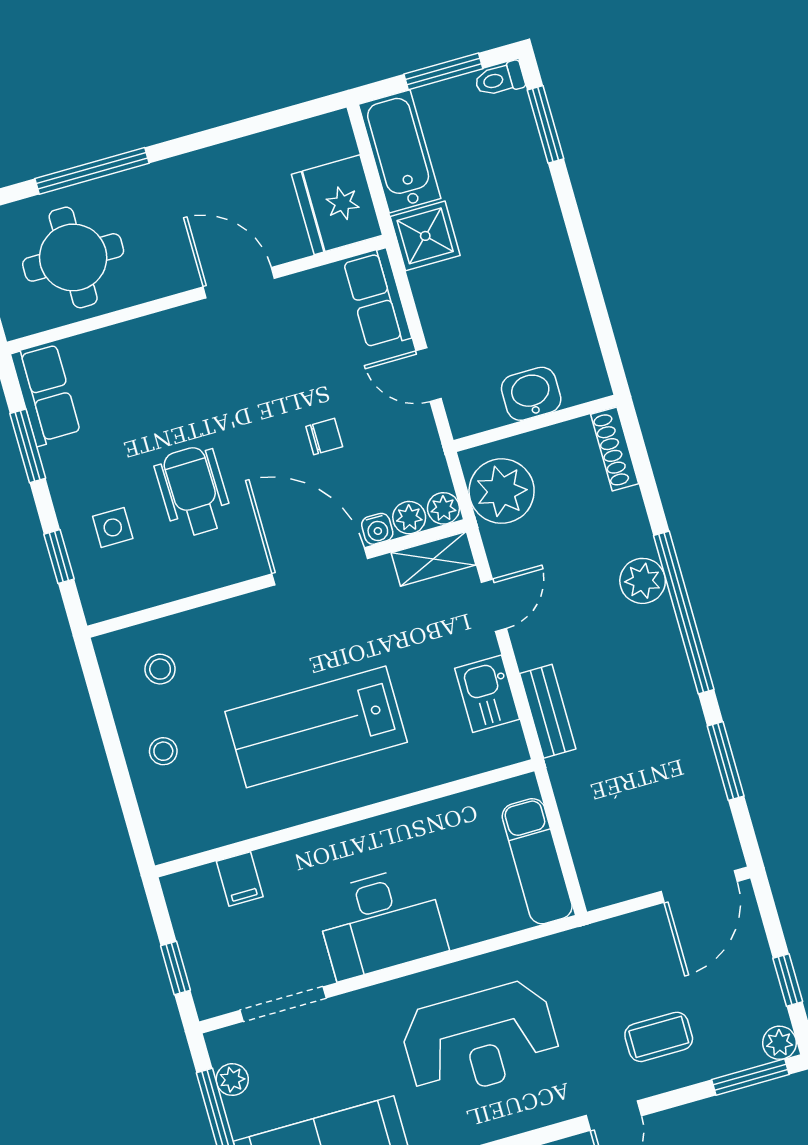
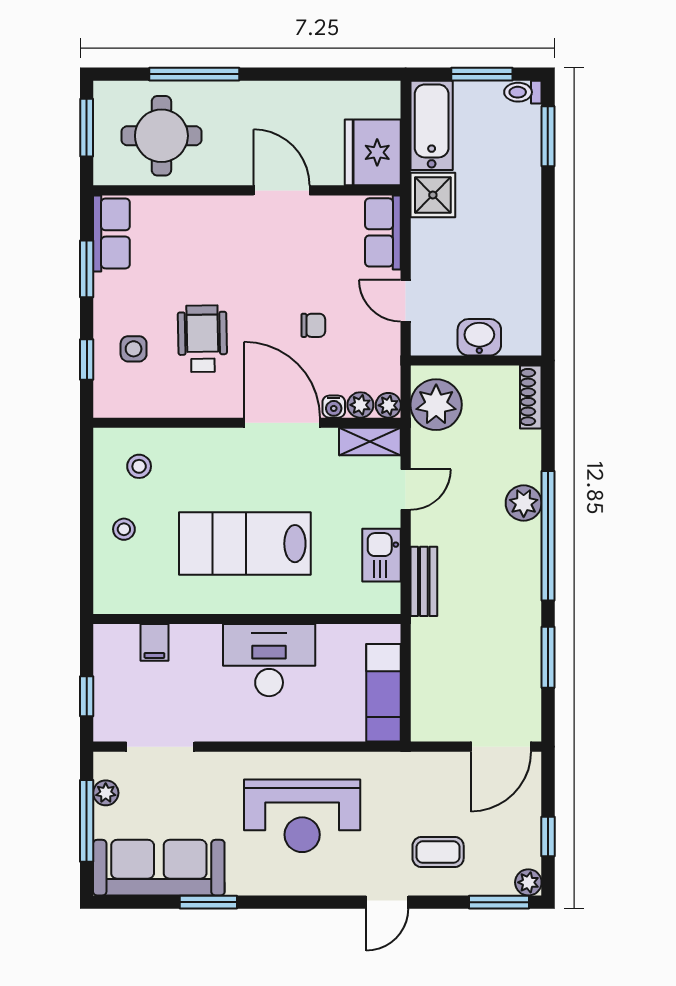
desk: (381, 922) -> (269, 660), moved, turned 180

